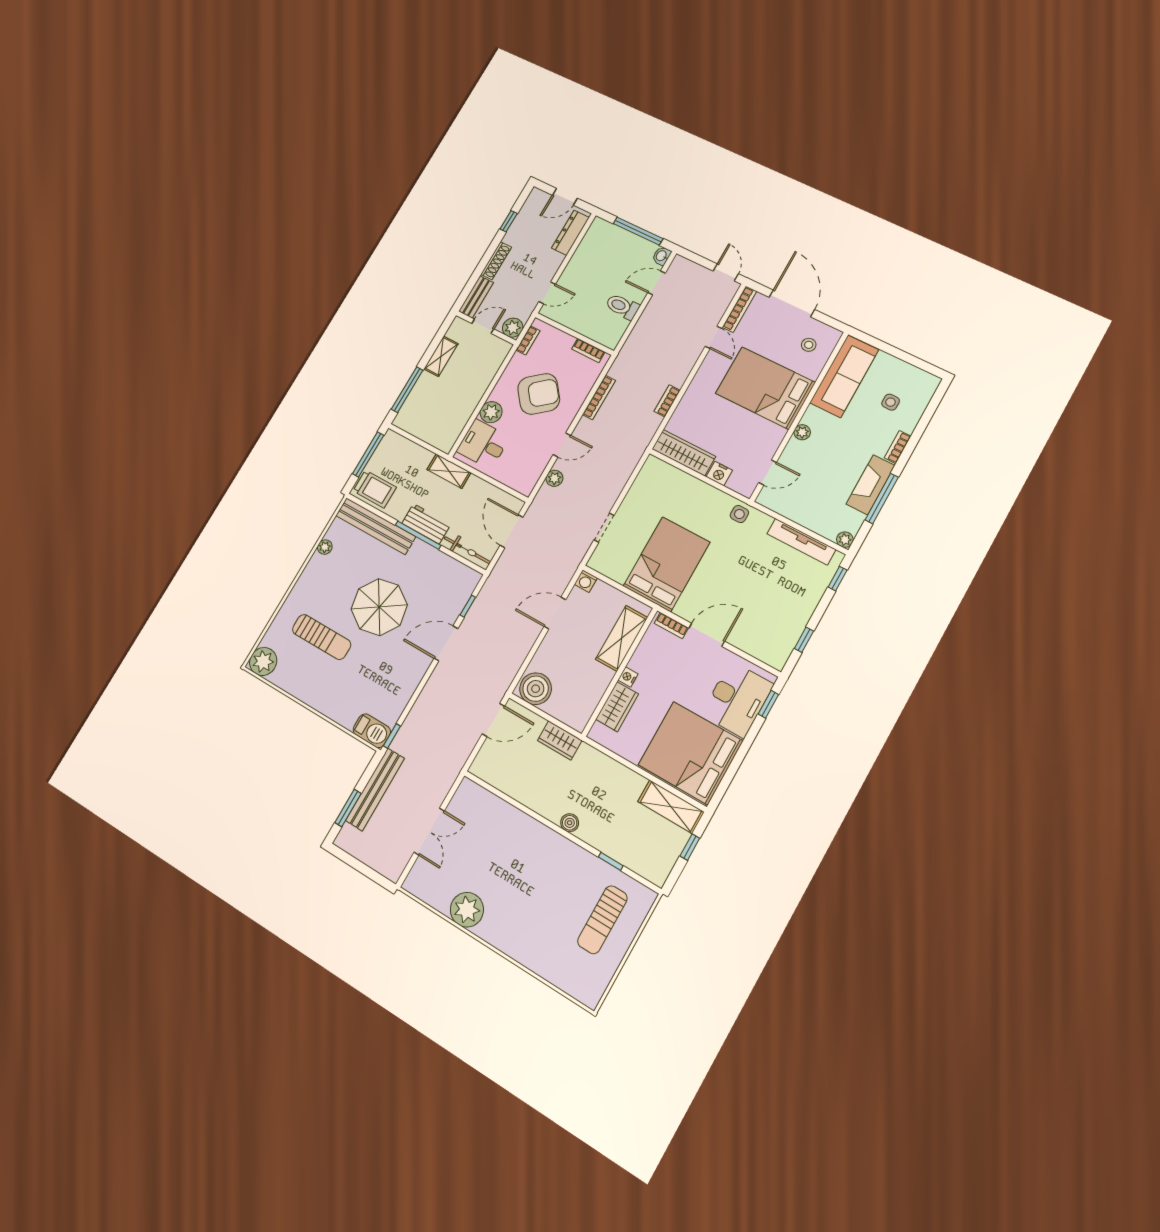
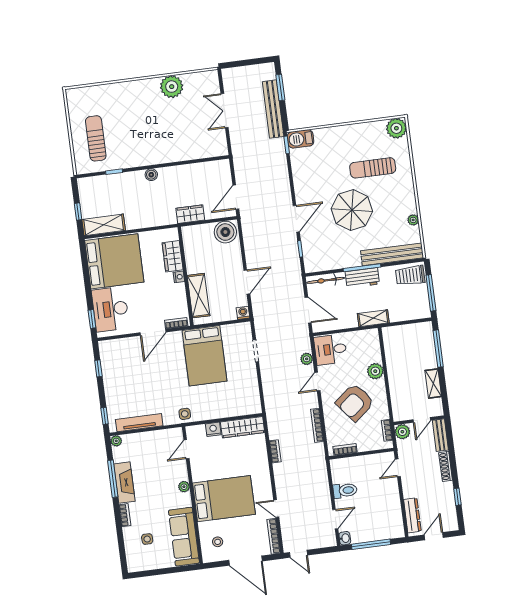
desk: (483, 444) -> (330, 349), moved, turned 180

